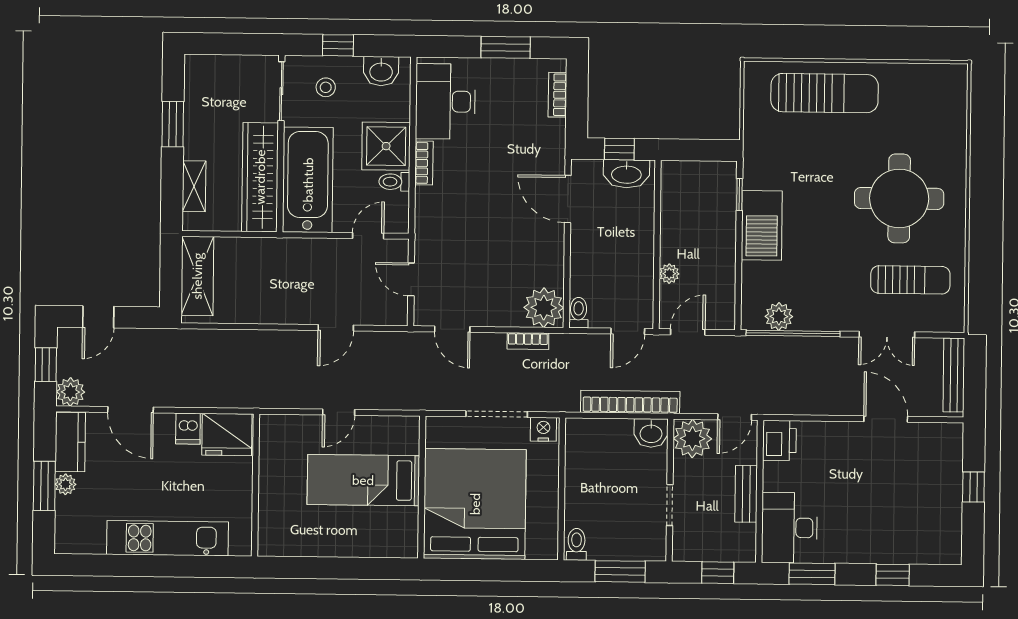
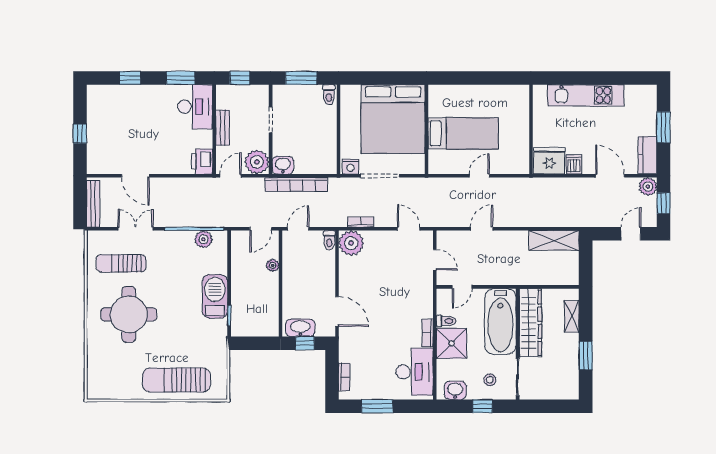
shelving: (197, 276) -> (554, 240), moved, turned 90
plant: (65, 484) -> (650, 128), removed

